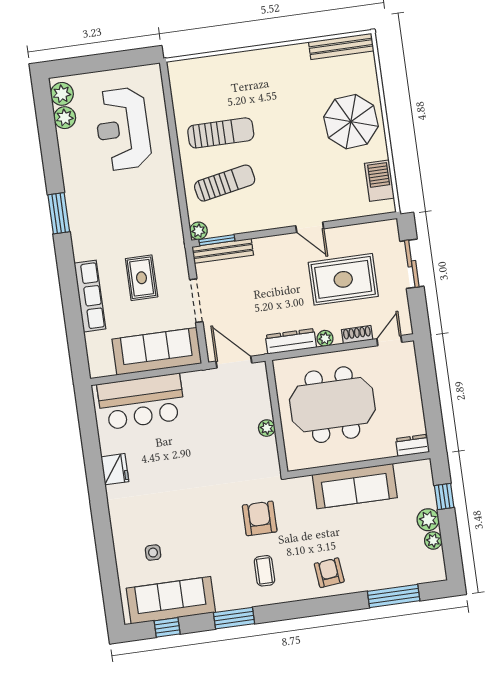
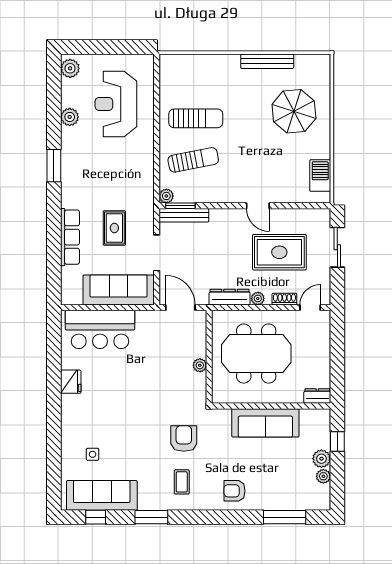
bench: (341, 46) -> (267, 61), moved
plant: (65, 118) -> (70, 117), moved
parasol: (351, 122) -> (294, 111), moved
armchair: (329, 573) -> (235, 491), turned -84

